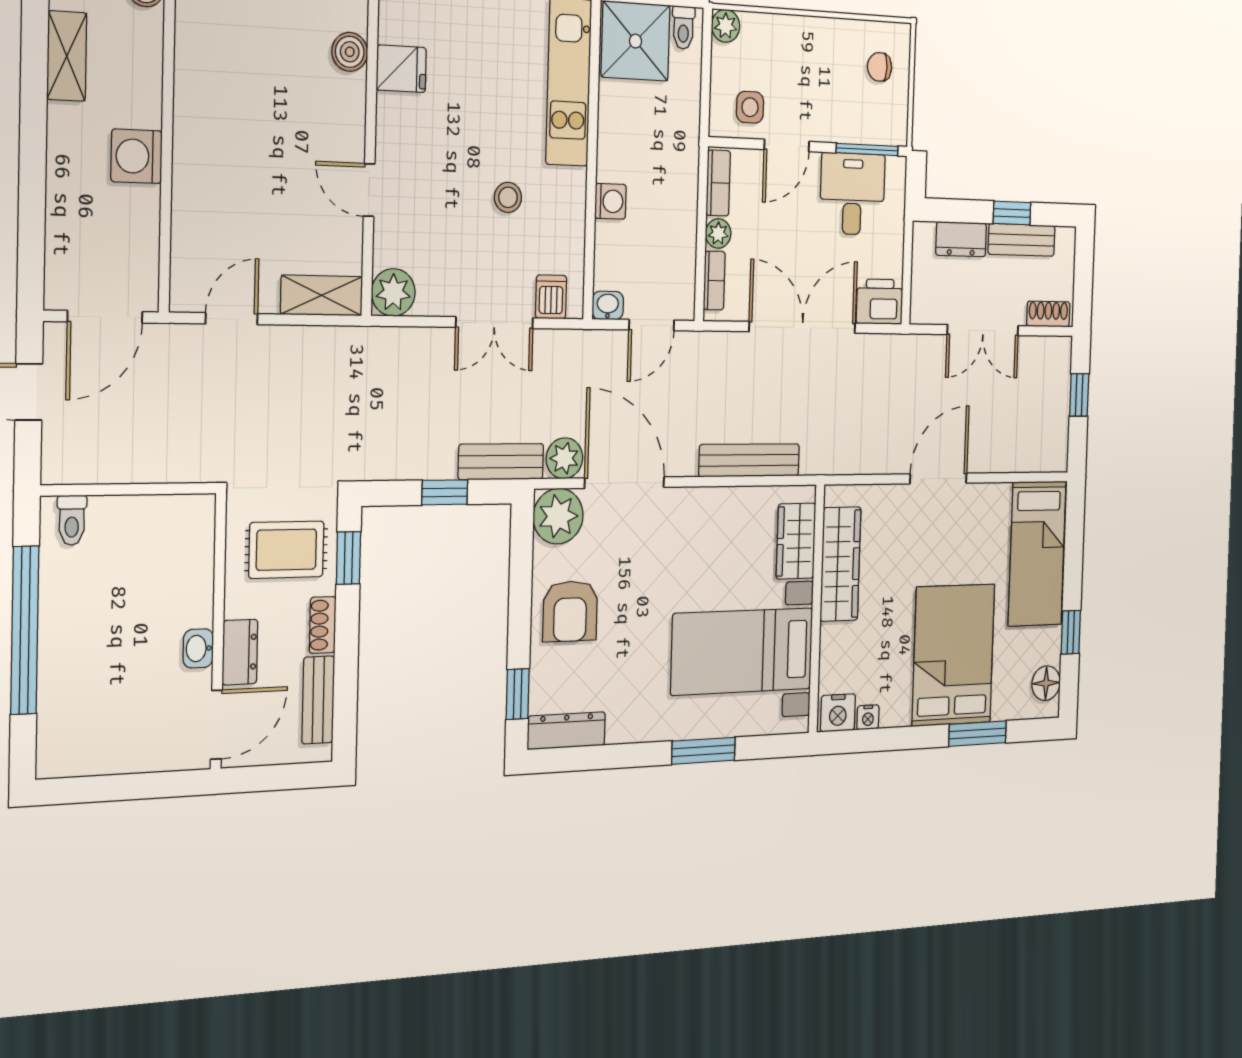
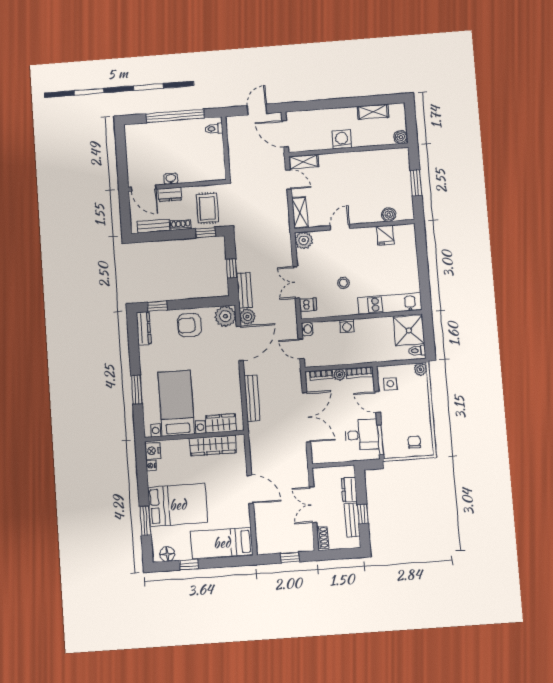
shelving: (187, 271) -> (304, 162), added
printer: (880, 302) -> (320, 453), removed

